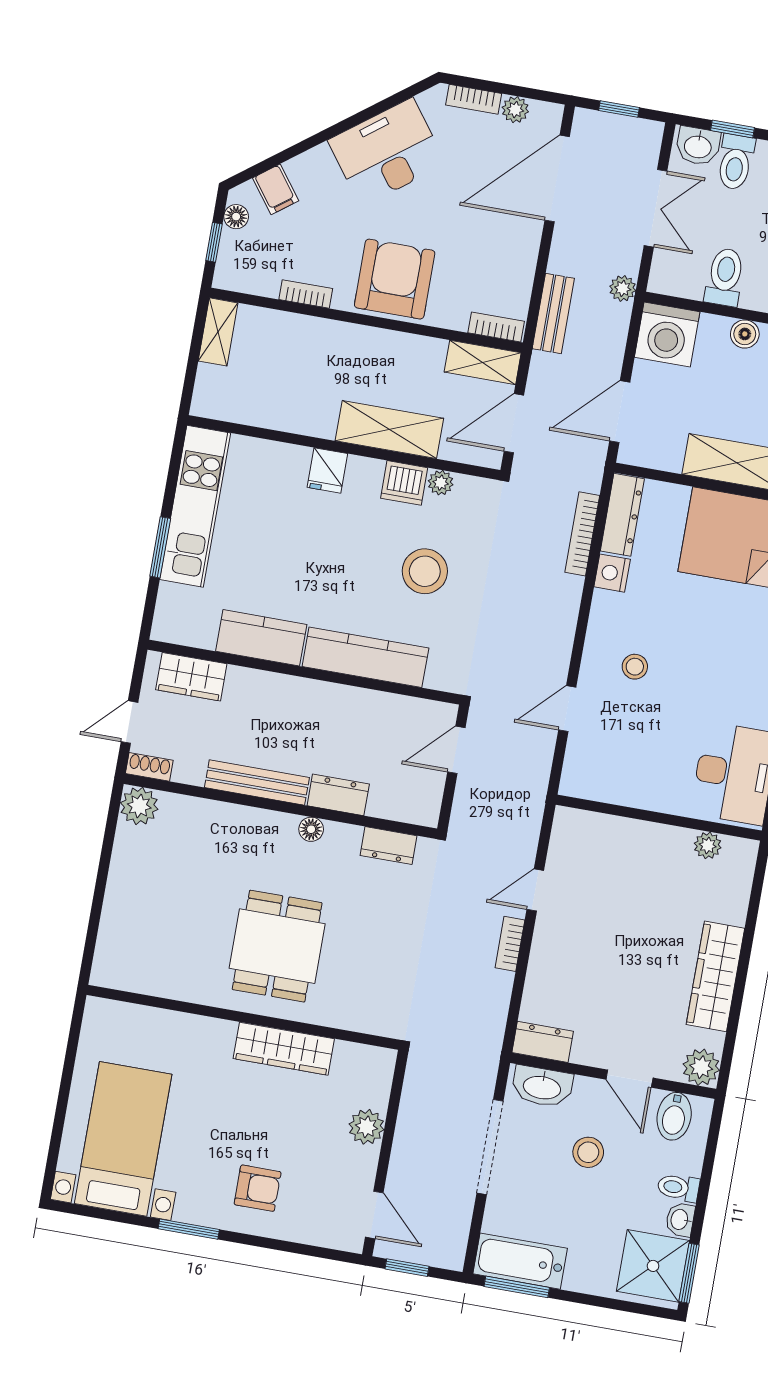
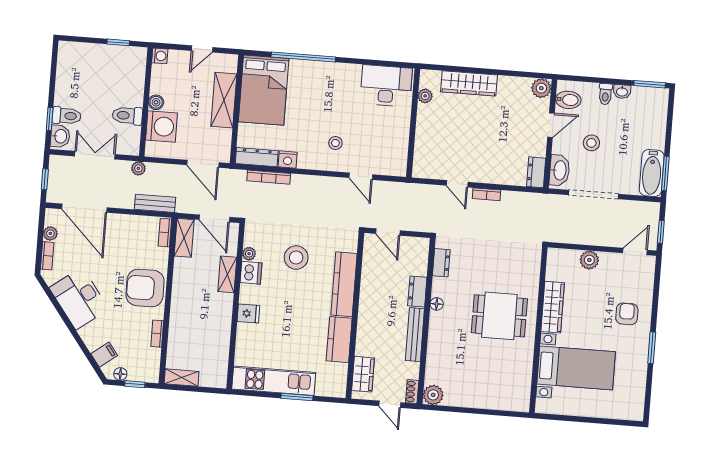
washing machine: (667, 335) -> (162, 127), moved
shelving: (389, 430) -> (227, 274), width x0.67, depth x0.75
wardrobe: (715, 976) -> (469, 83), moved
bed with nightstands: (123, 1139) -> (576, 368), moved, turned 180
shower: (653, 1266) -> (648, 103), removed

